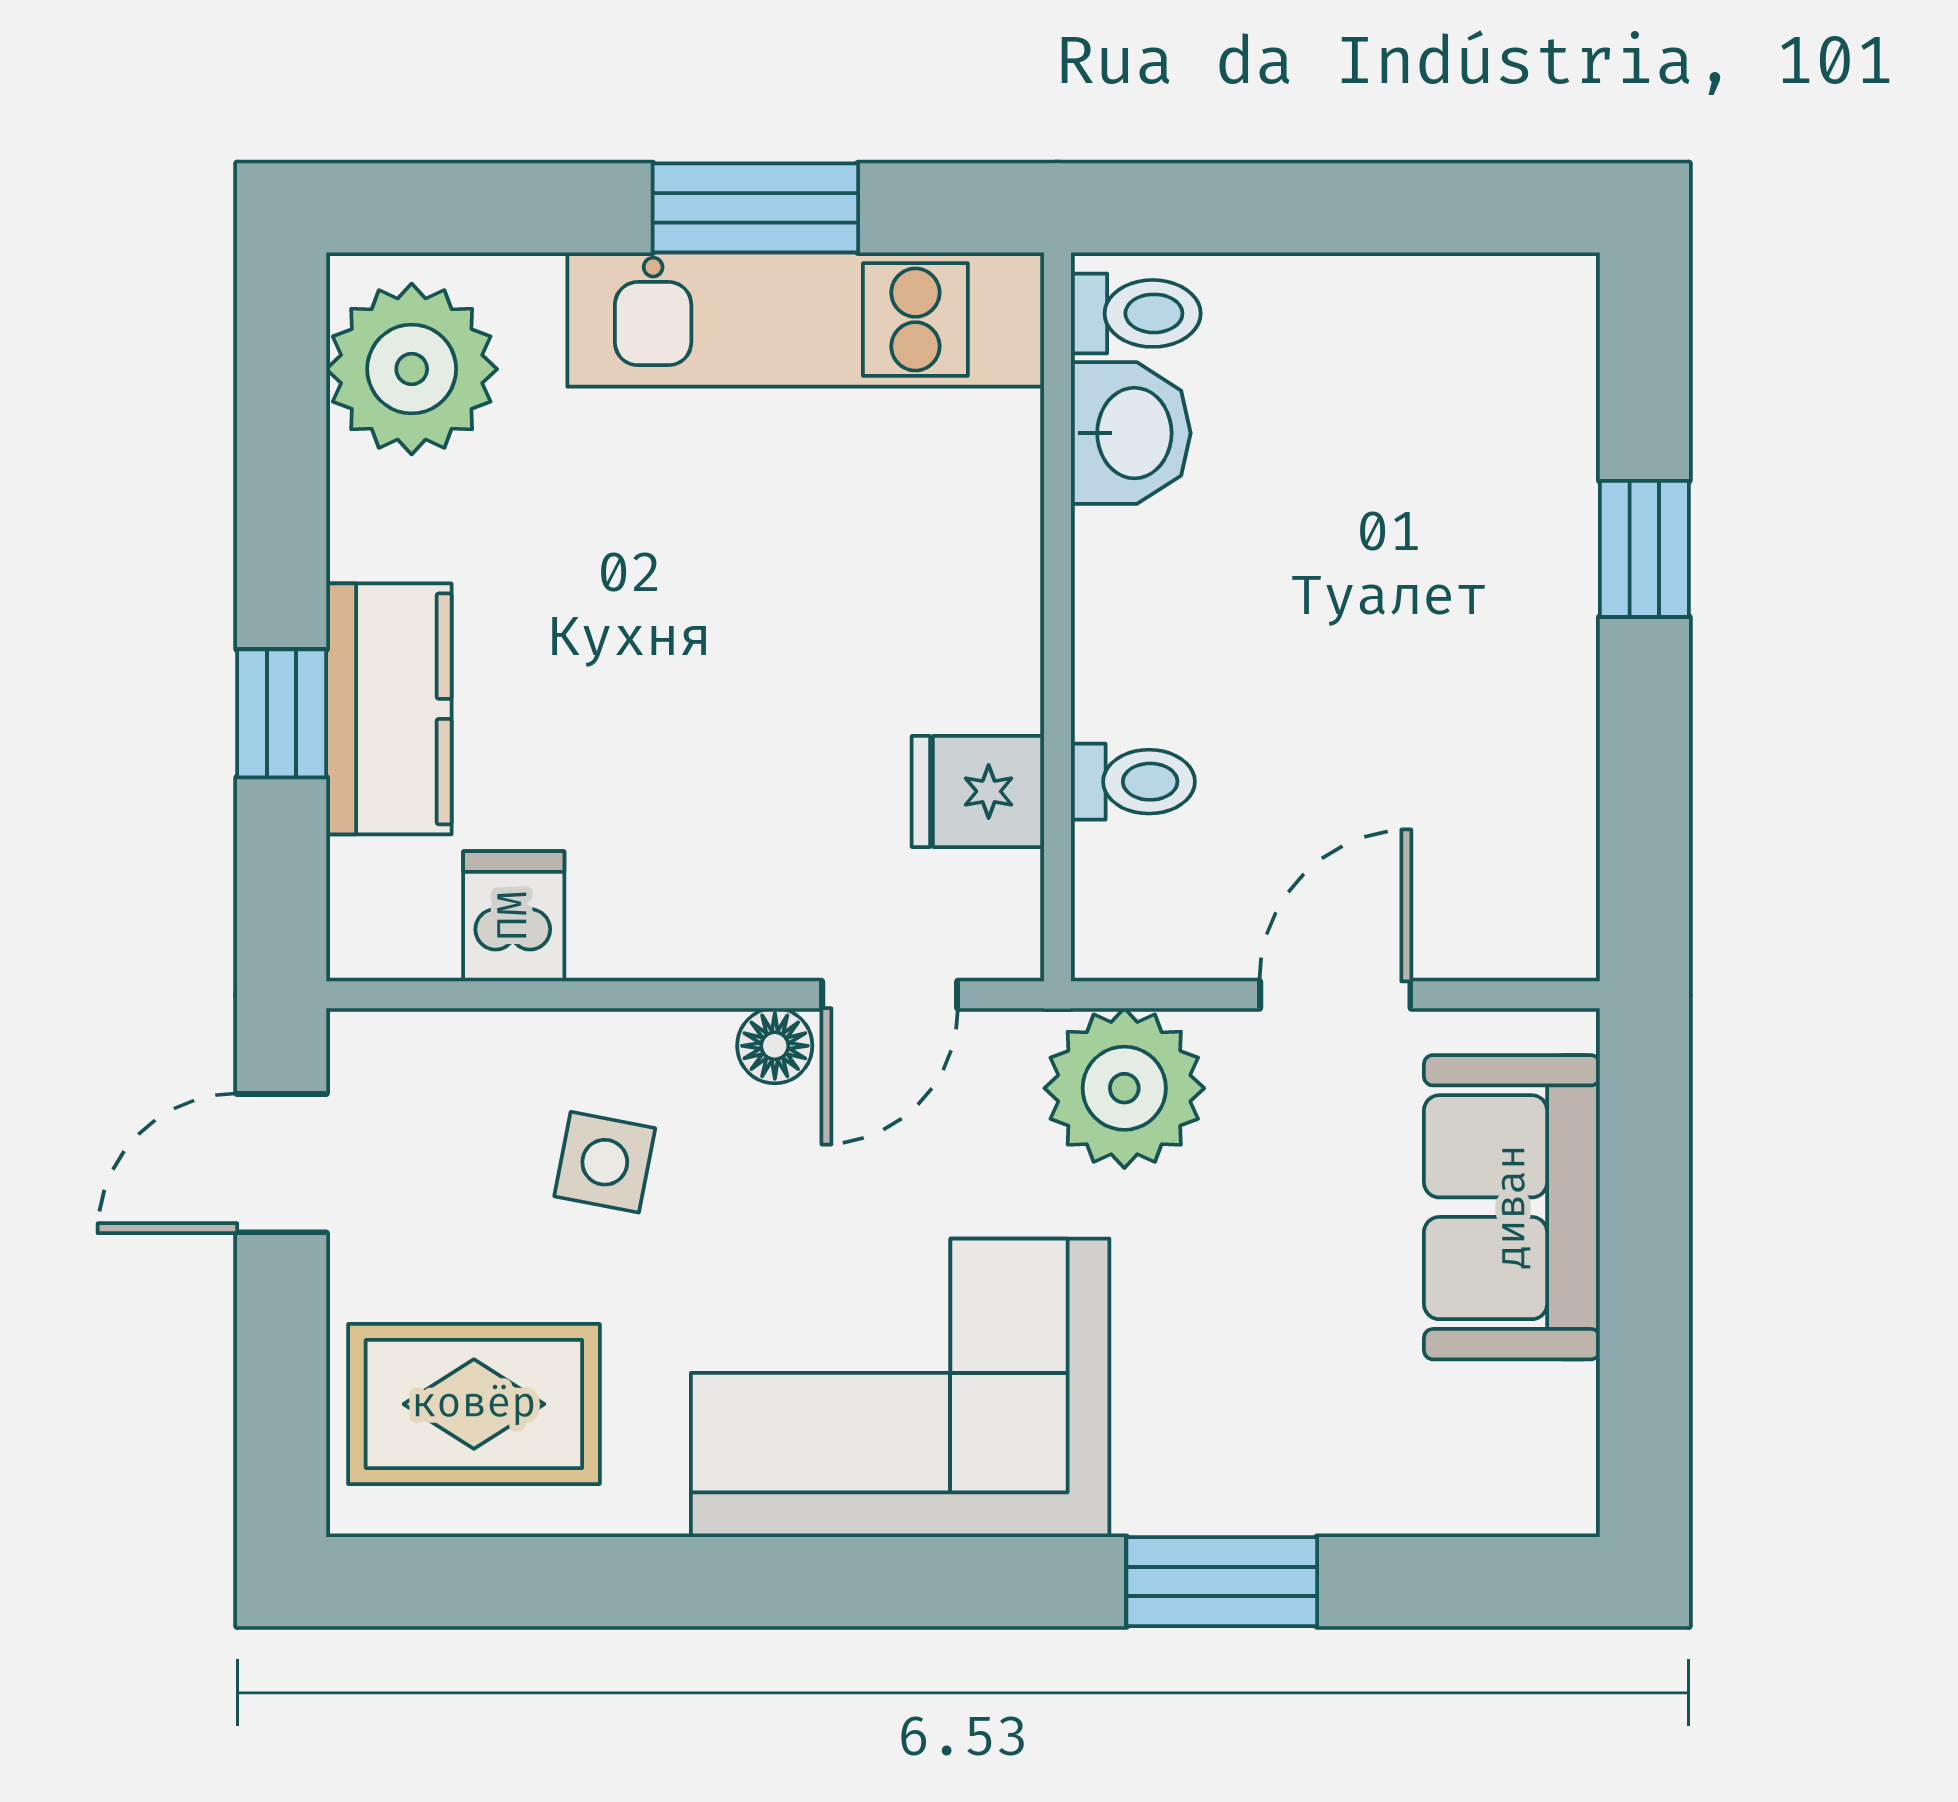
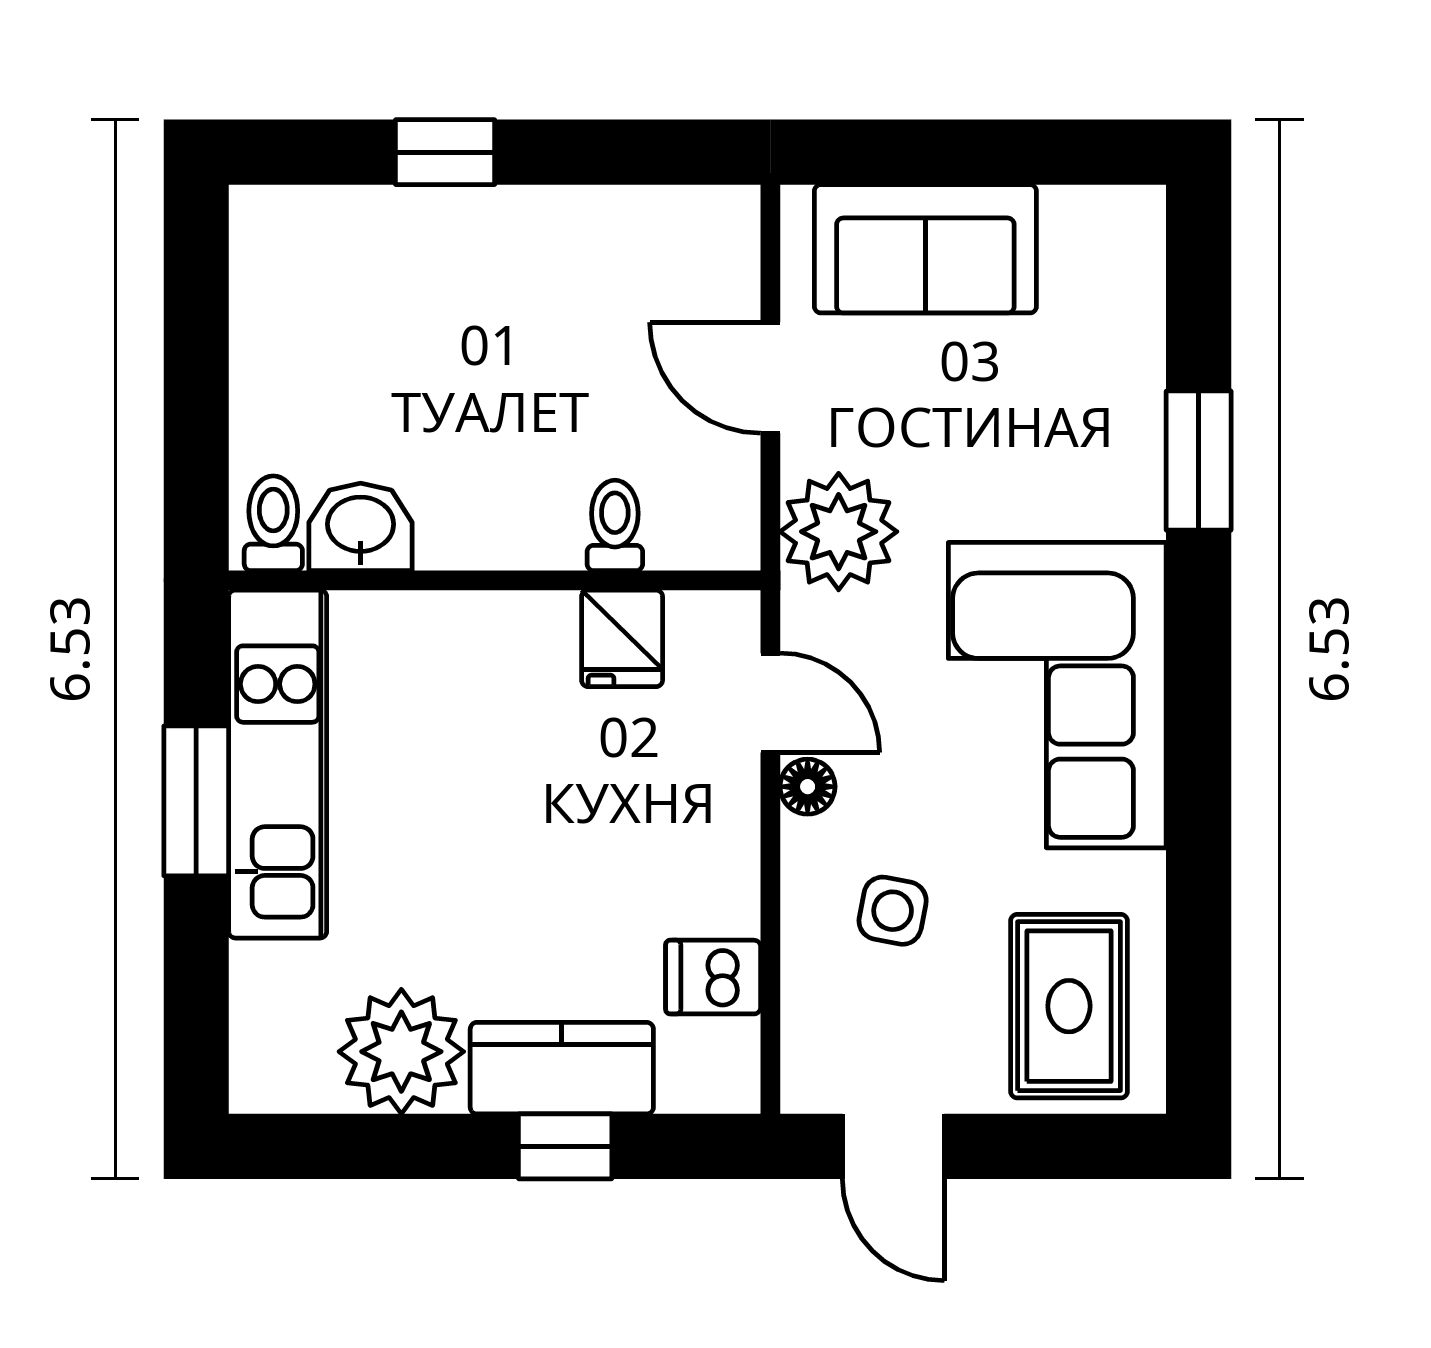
plant: (412, 369) -> (401, 1052), moved

